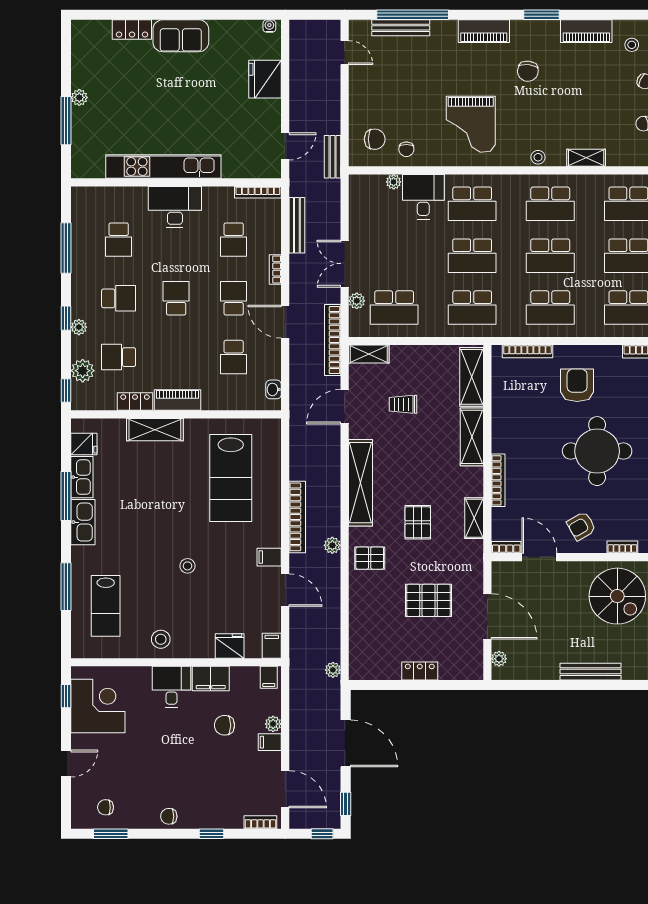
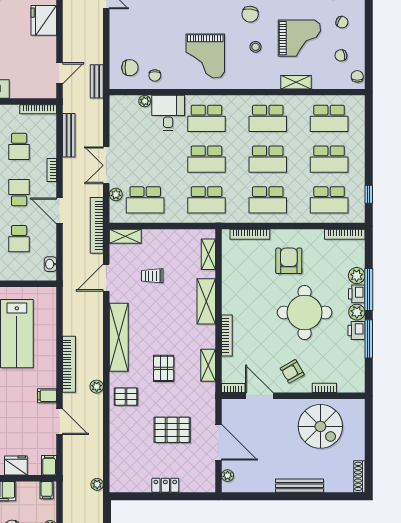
grand piano: (591, 102) -> (299, 38), added
stool: (538, 157) -> (256, 47), moved
shelving: (472, 377) -> (208, 254), width x0.67, depth x0.75

